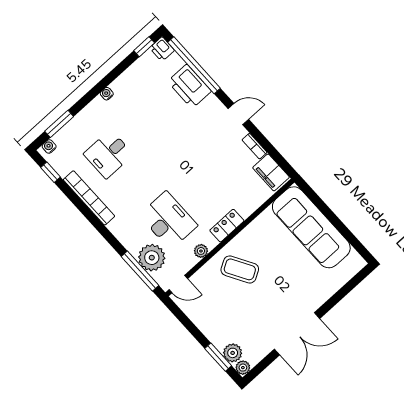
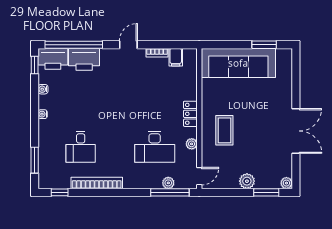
printer: (162, 49) -> (53, 59), width x1.87, depth x1.48
water cooler: (49, 146) -> (43, 89), moved
filing cabinet: (271, 172) -> (176, 57), width x0.50
desk: (168, 220) -> (155, 147), turned 180
window: (348, 236) -> (264, 45), added
plant: (152, 258) -> (168, 183), width x0.53, depth x0.53
coffee table: (240, 269) -> (224, 130), turned -60
plant: (233, 353) -> (247, 181), moved

